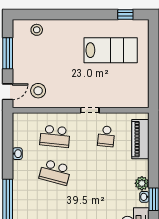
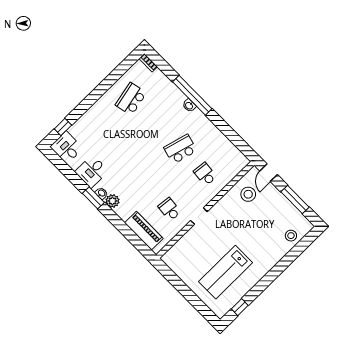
school desk: (55, 136) -> (205, 174), width x0.54
washbasin: (17, 154) -> (189, 106), moved

